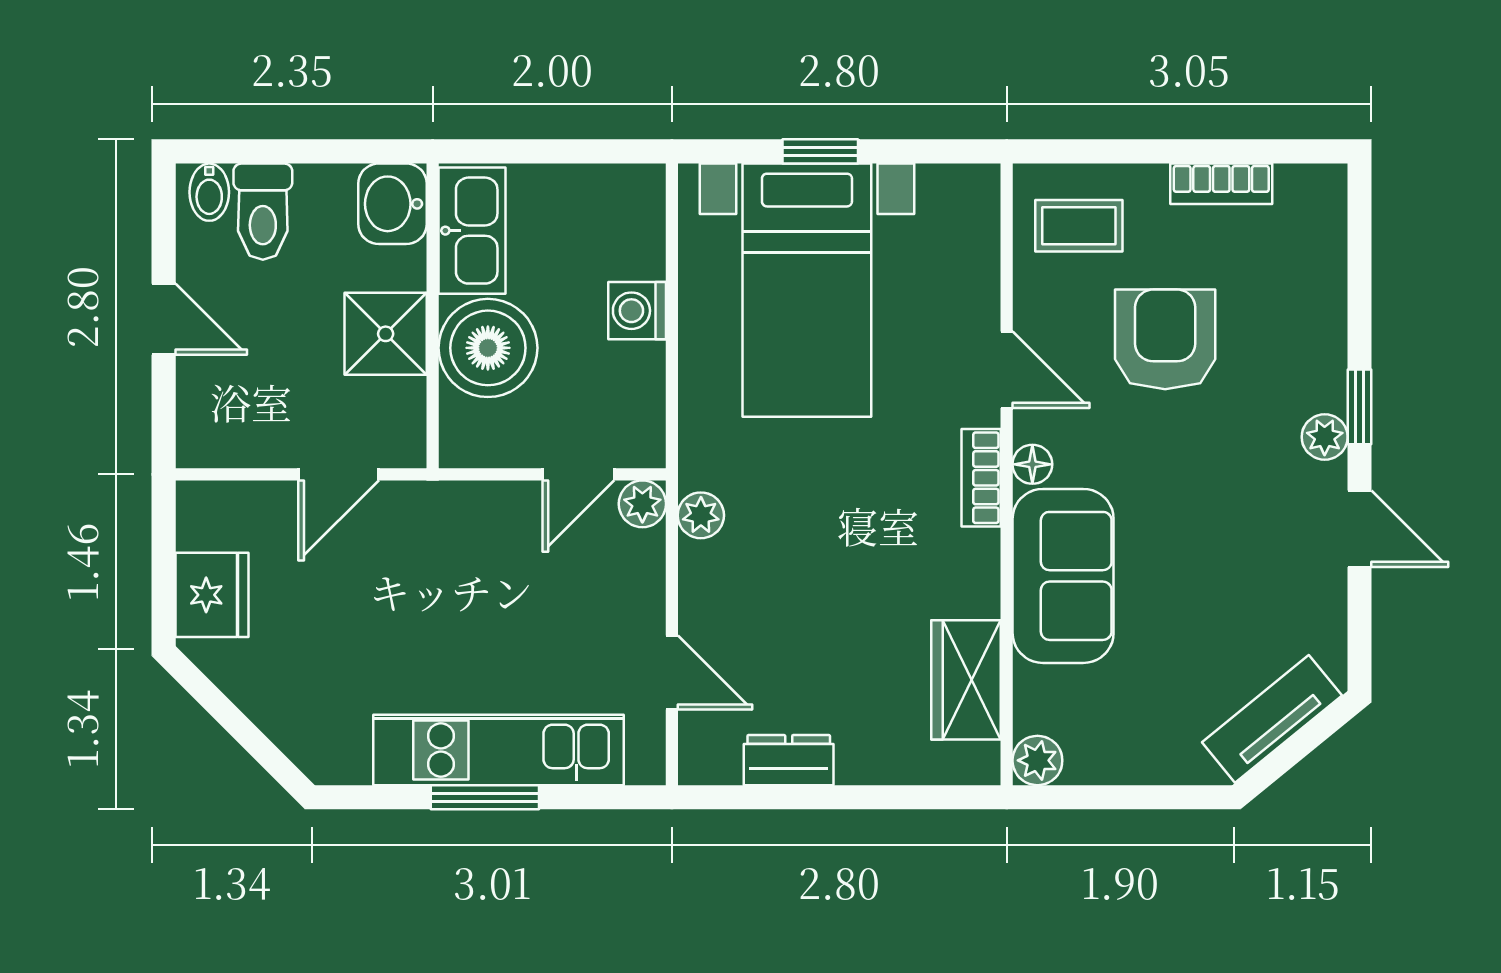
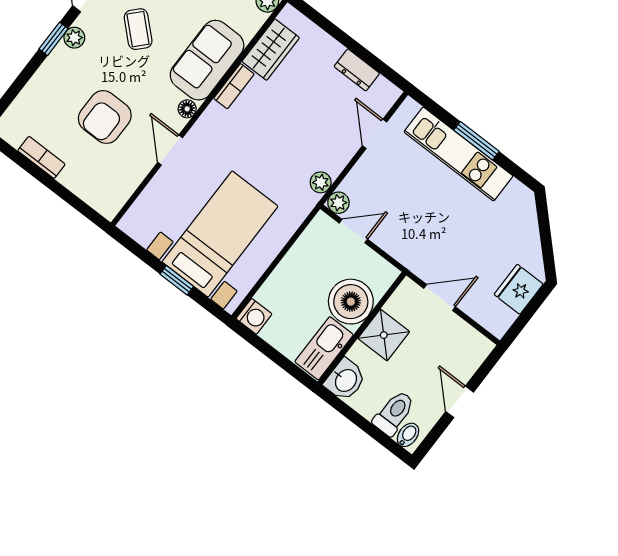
coffee table: (1079, 226) -> (138, 29), moved, turned 43
washing machine: (637, 311) -> (254, 316), moved
bookcase: (981, 478) -> (234, 86), moved

